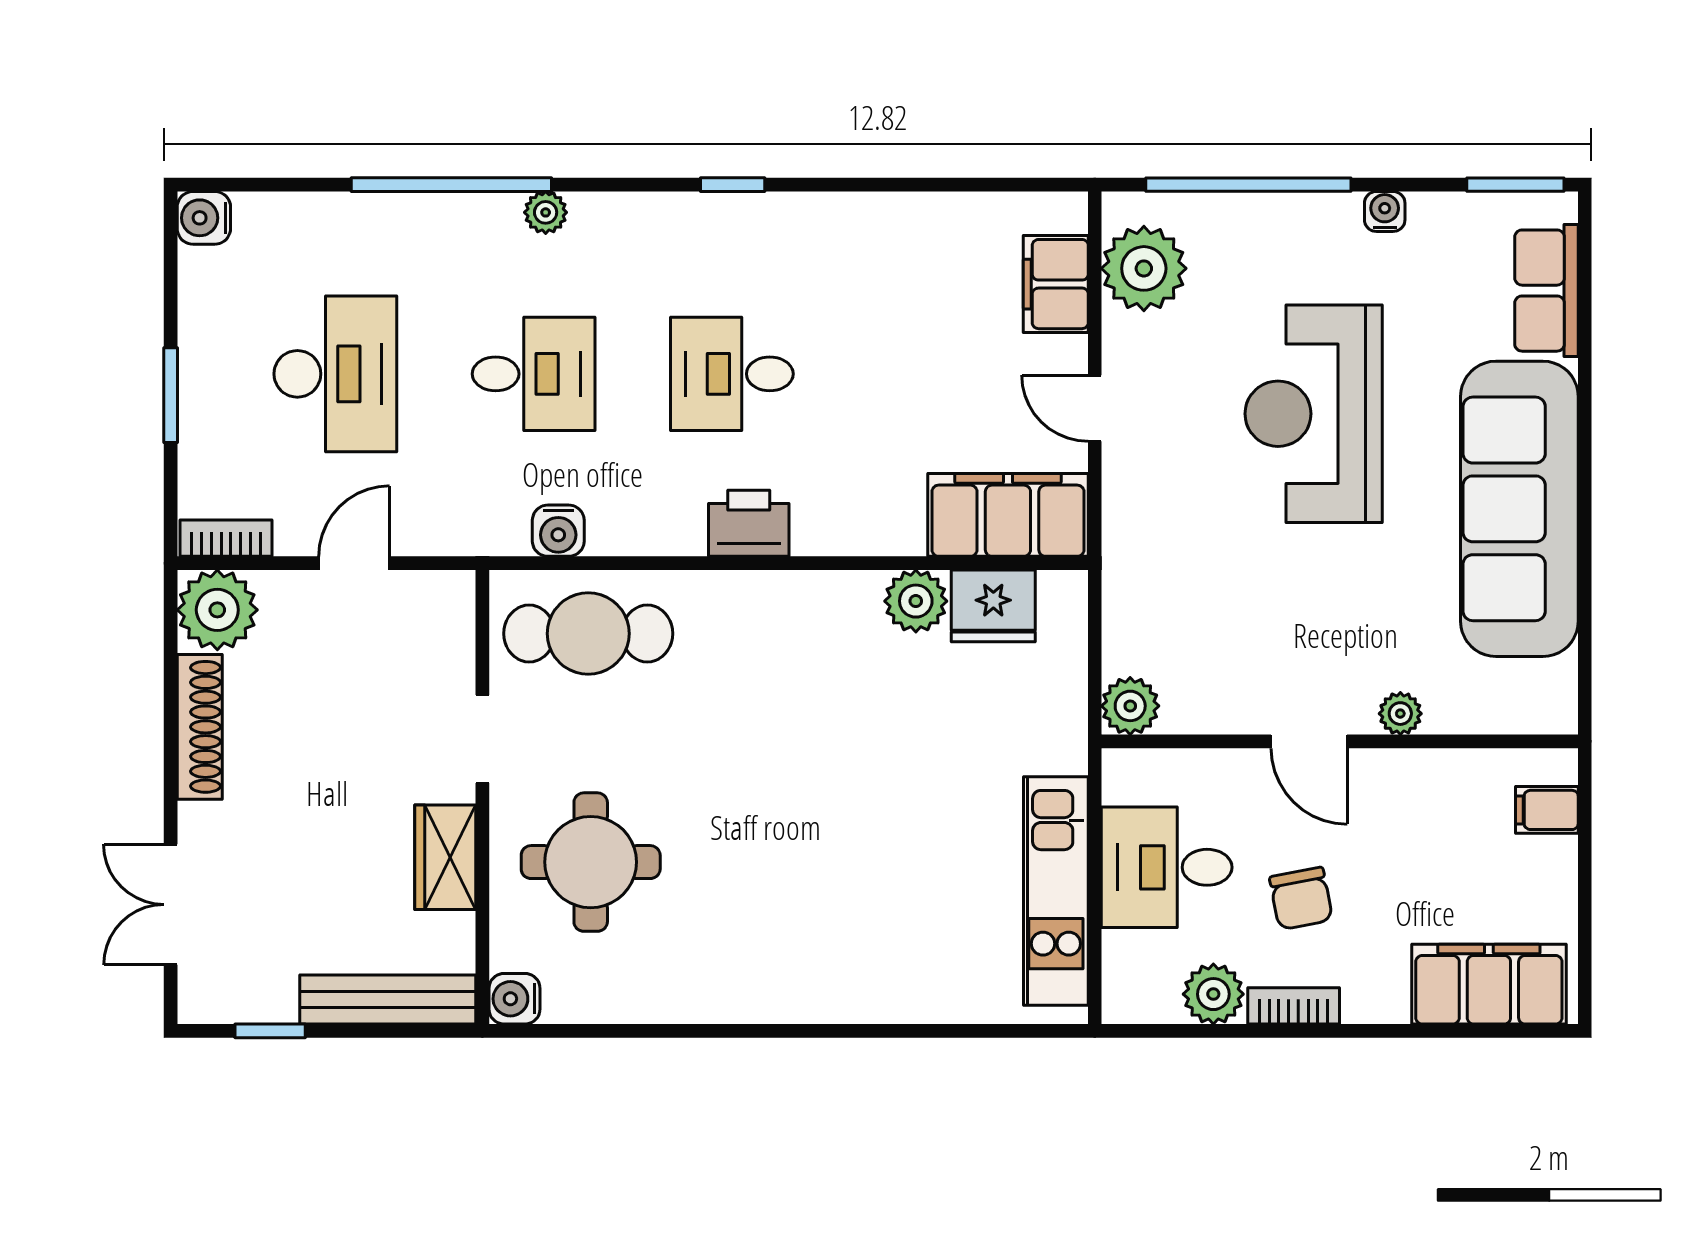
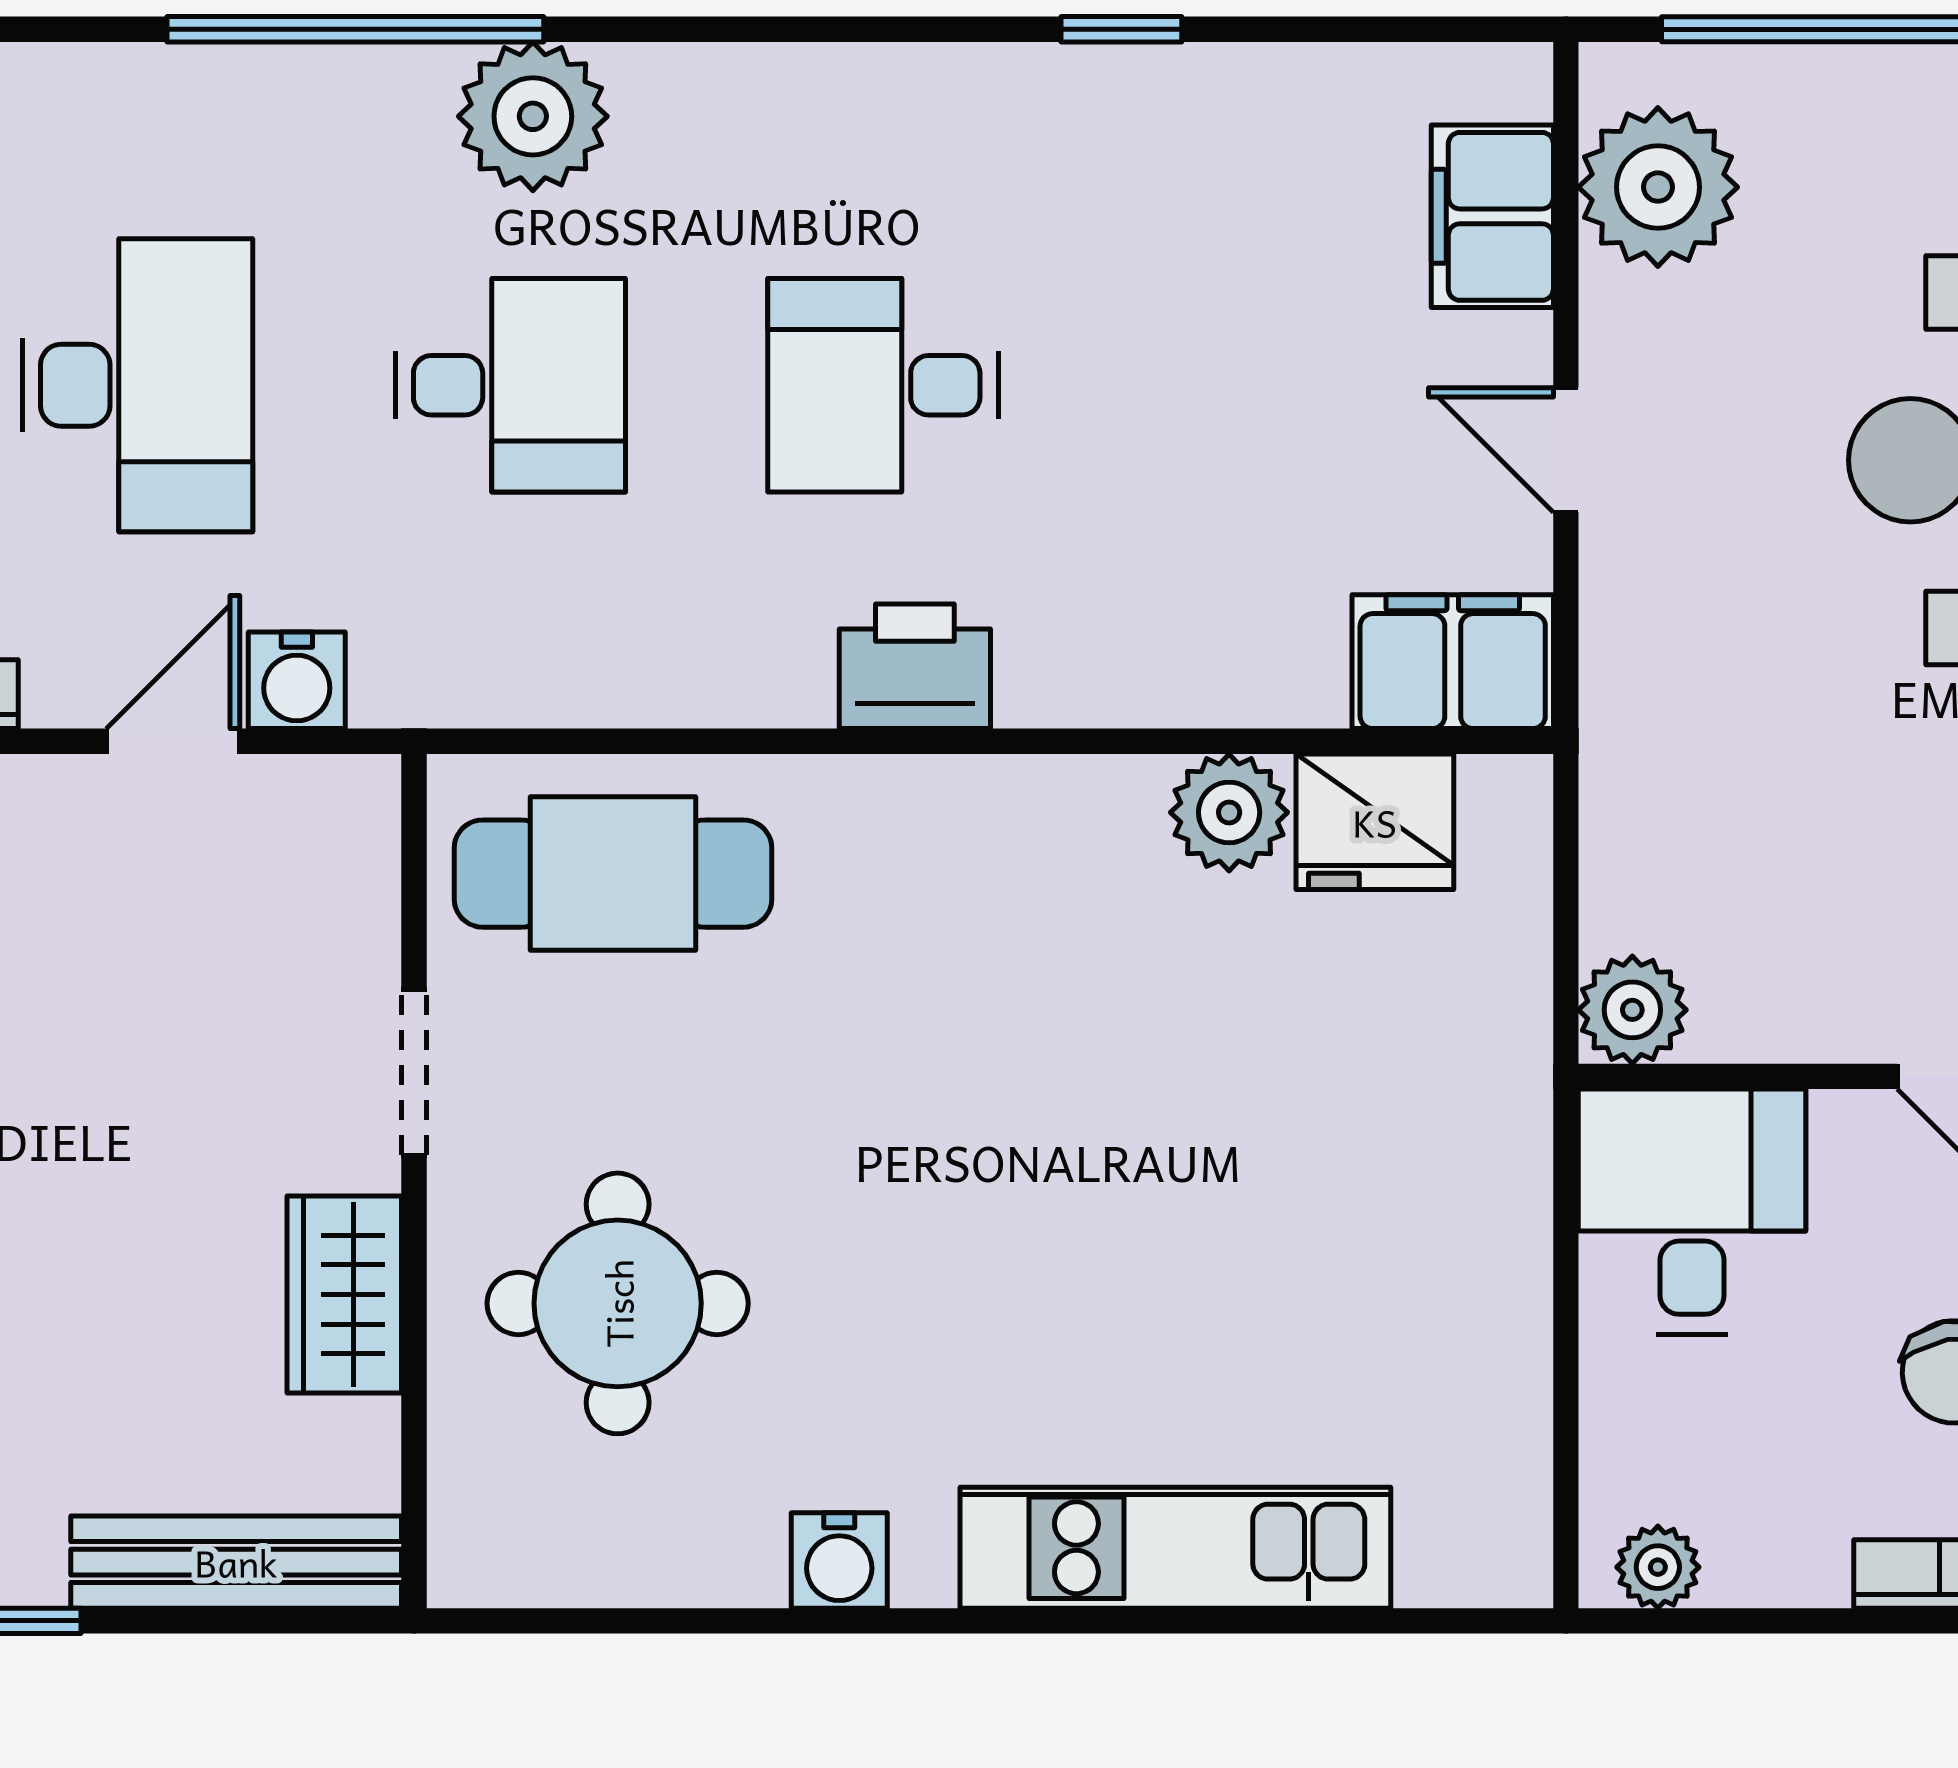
window: (733, 185) -> (1121, 29), moved
plant: (546, 212) -> (533, 116), width x1.88, depth x1.88
filing cabinet: (1008, 515) -> (1453, 662), width x0.67, depth x0.86
water cooler: (558, 531) -> (297, 680), moved
desk: (1167, 867) -> (1692, 1212), moved, turned 90
kitchen unit: (1056, 891) -> (1175, 1548), moved, turned 90
plant: (1213, 994) -> (1658, 1567), moved, width x0.73, depth x0.73
water cooler: (514, 999) -> (839, 1561), moved, turned -90

